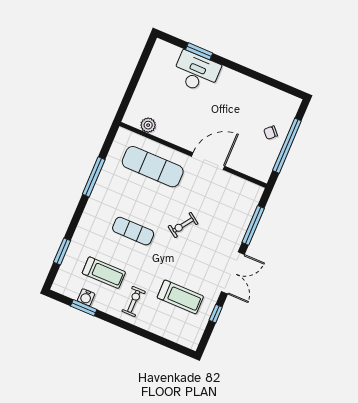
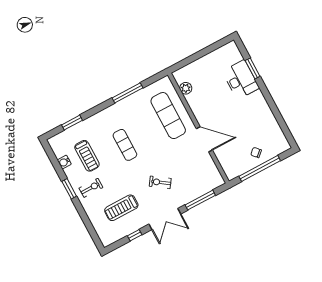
exercise bike: (183, 225) -> (160, 182), moved
treadmill: (180, 297) -> (121, 208), turned 90
window: (84, 308) -> (69, 189), moved

